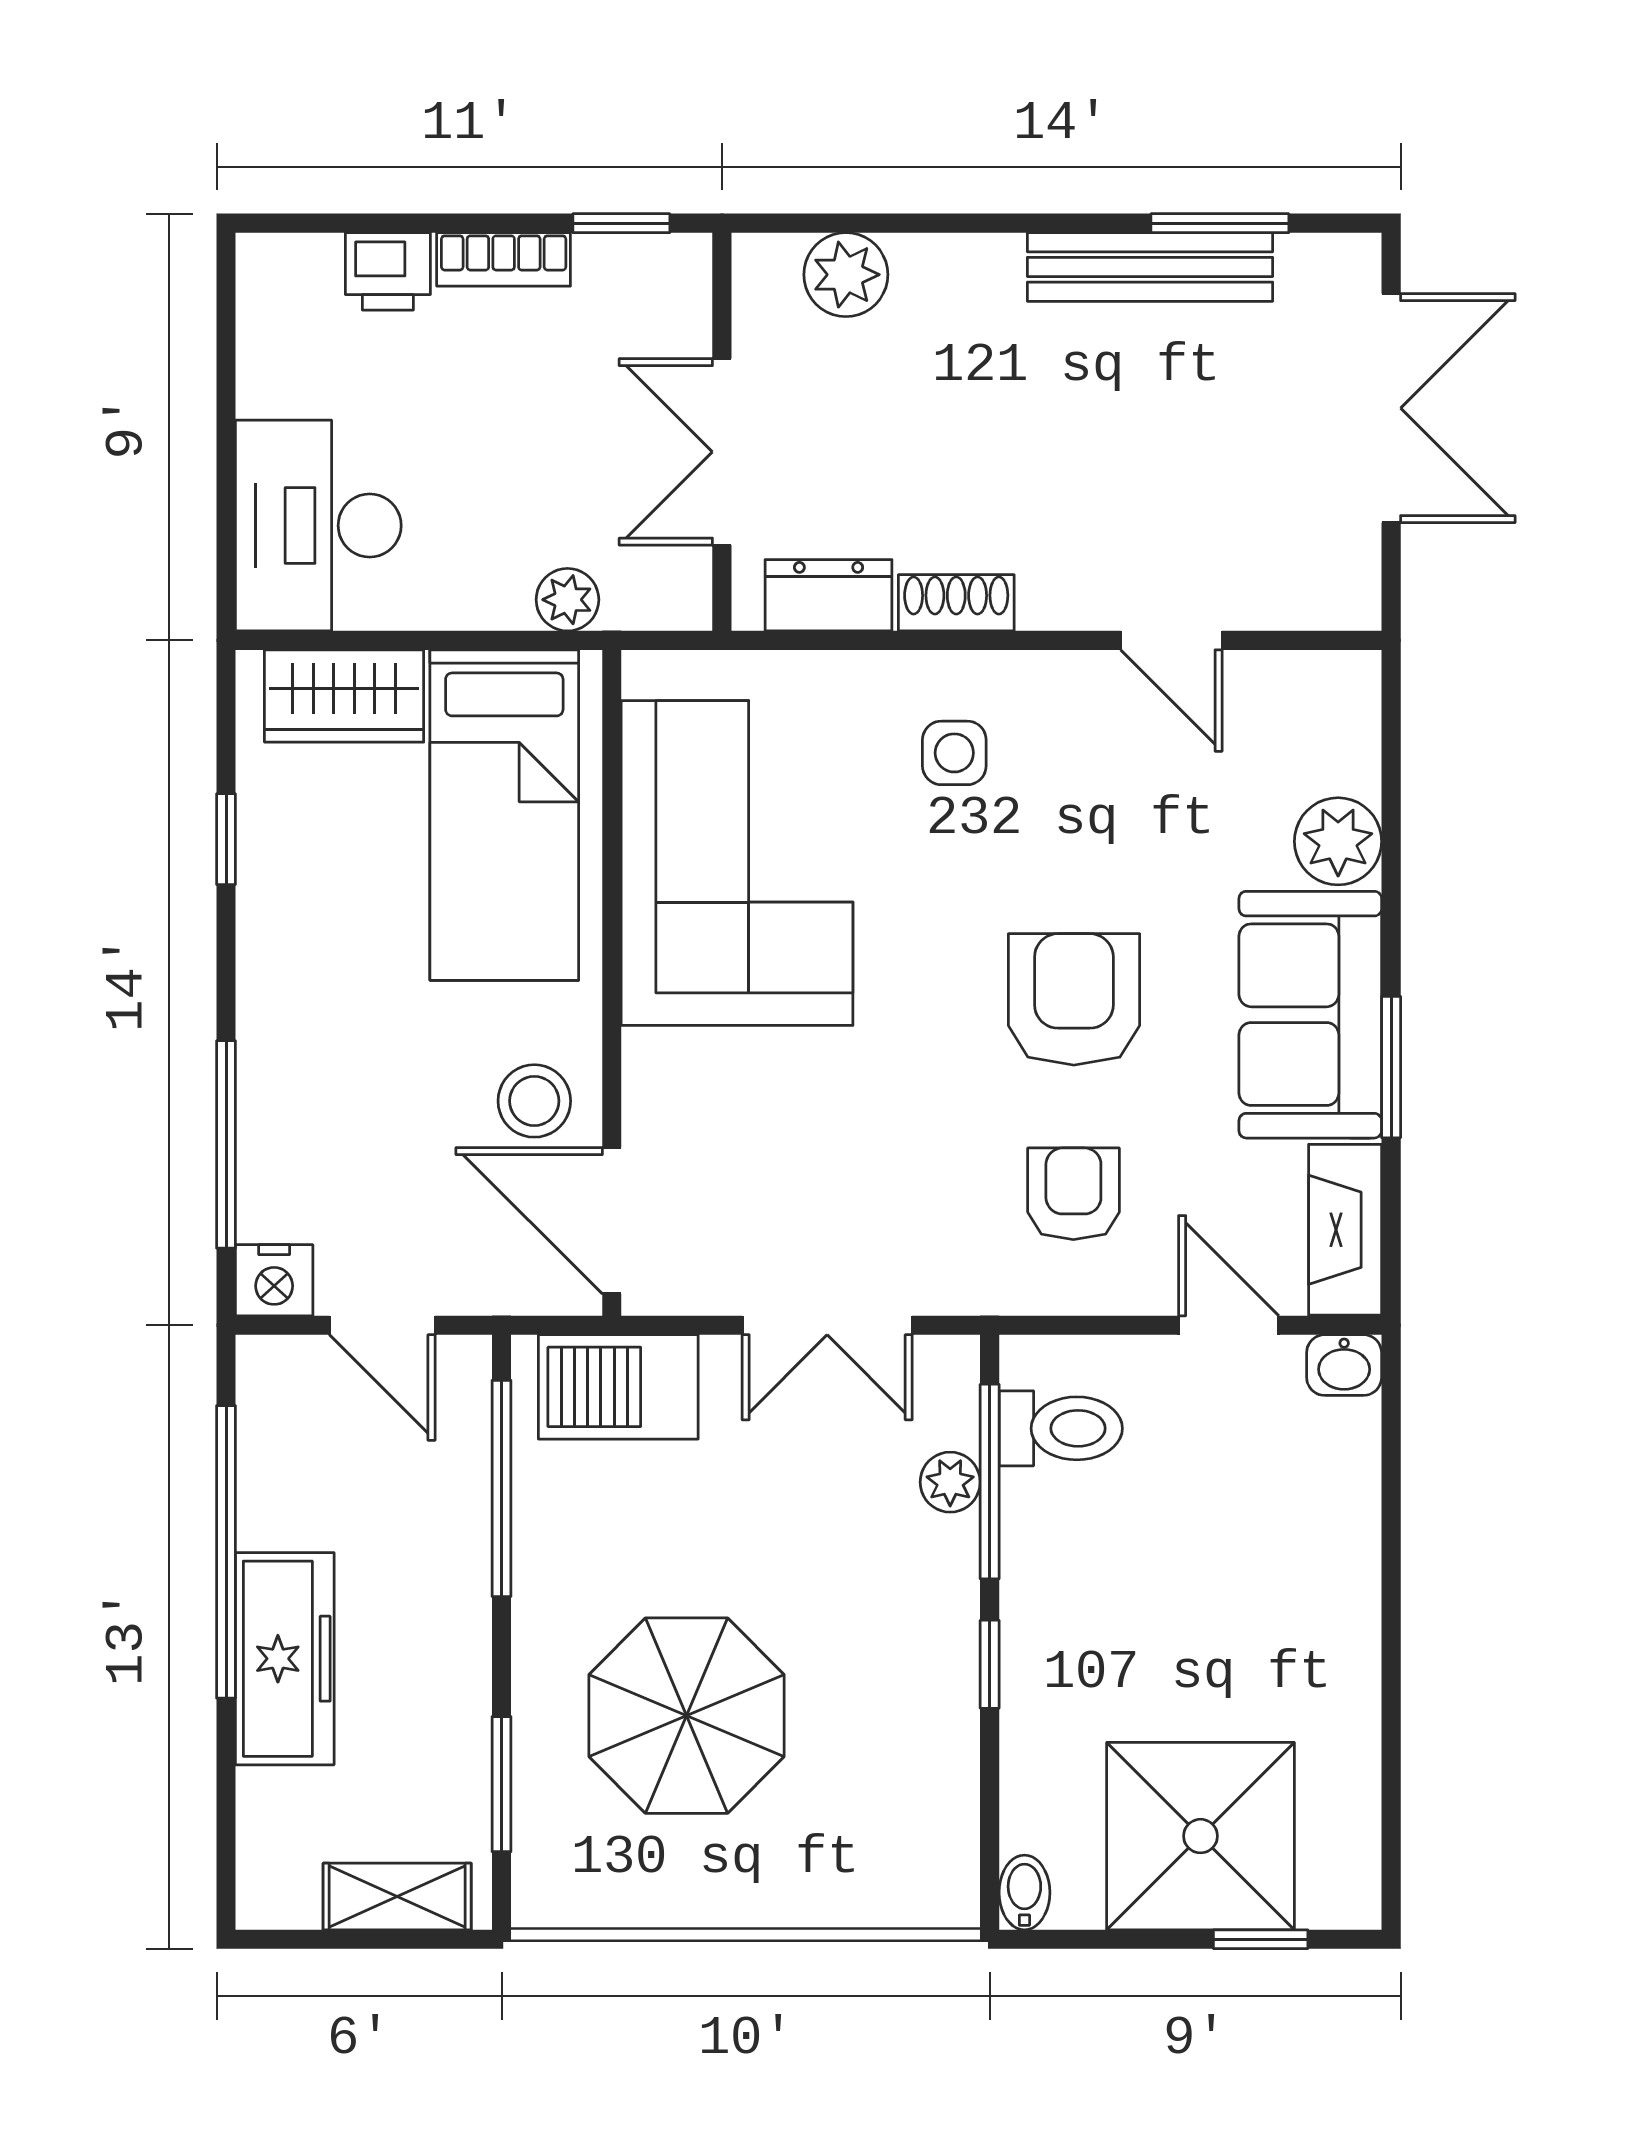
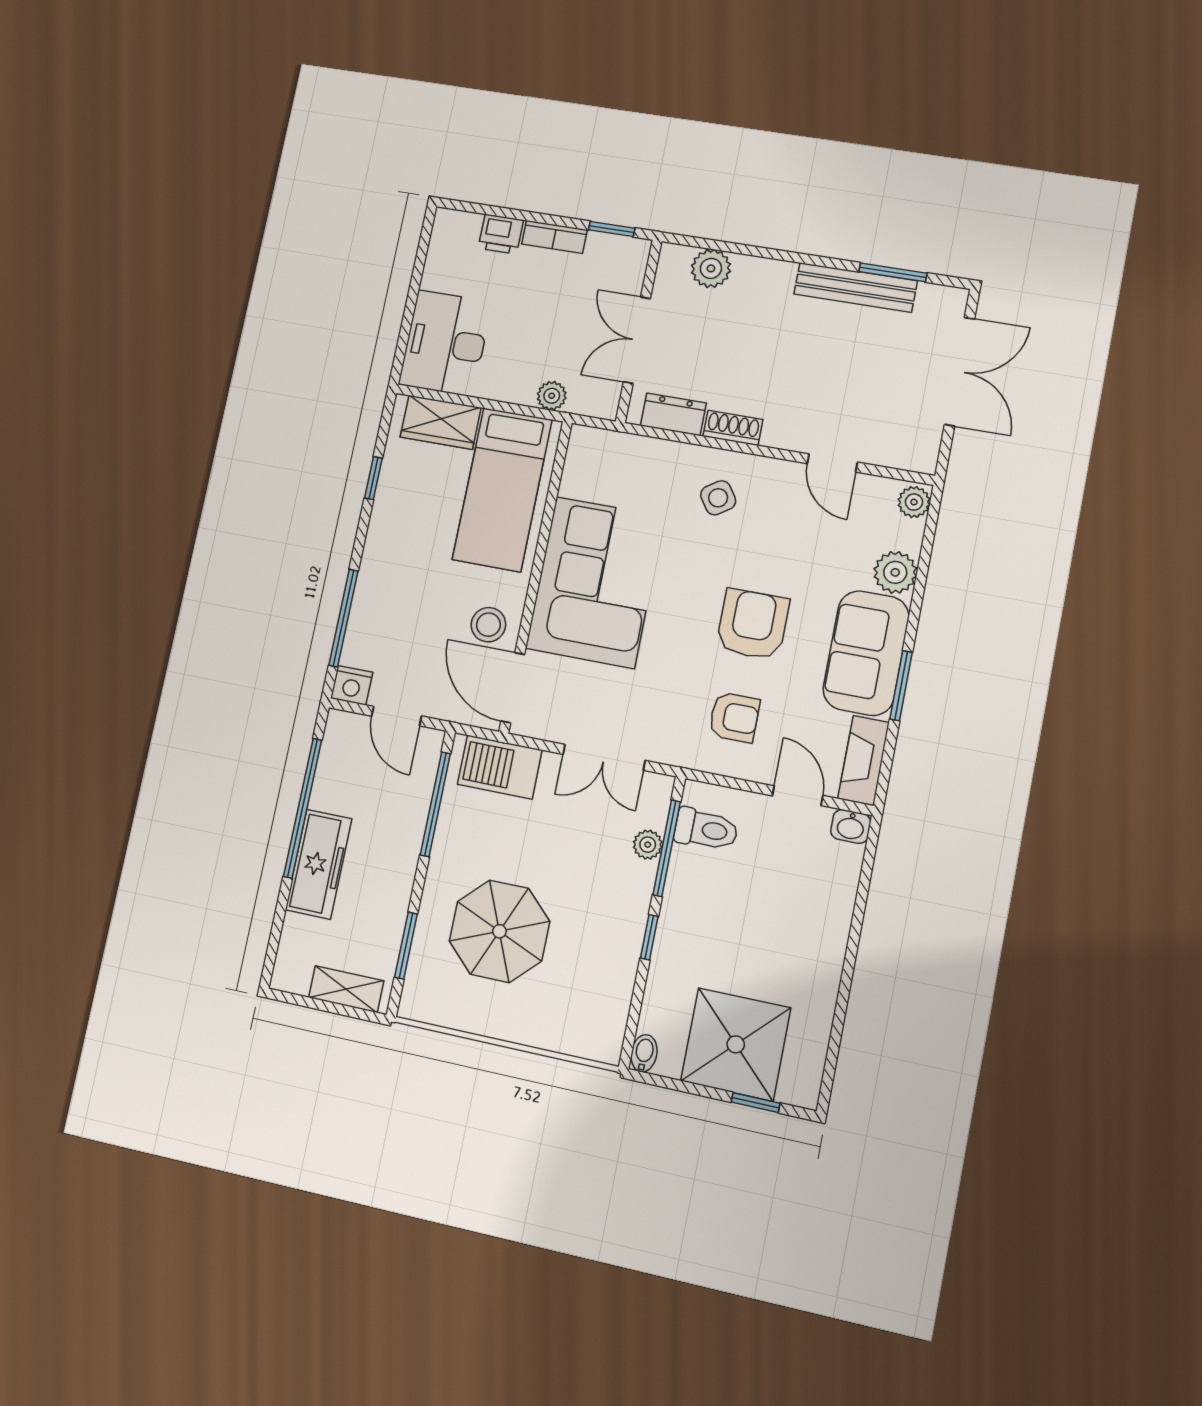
plant: (1349, 692) -> (914, 502), added
side table: (954, 753) -> (718, 498), turned -34
corner sofa: (737, 863) -> (595, 582), moved
armchair: (1073, 1194) -> (734, 717), turned 90

